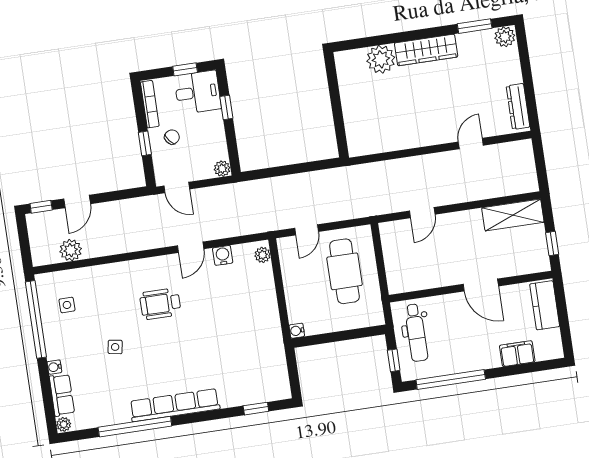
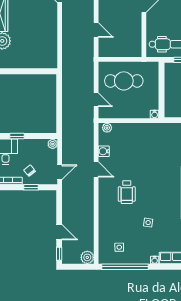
plant: (71, 250) -> (87, 257), moved

